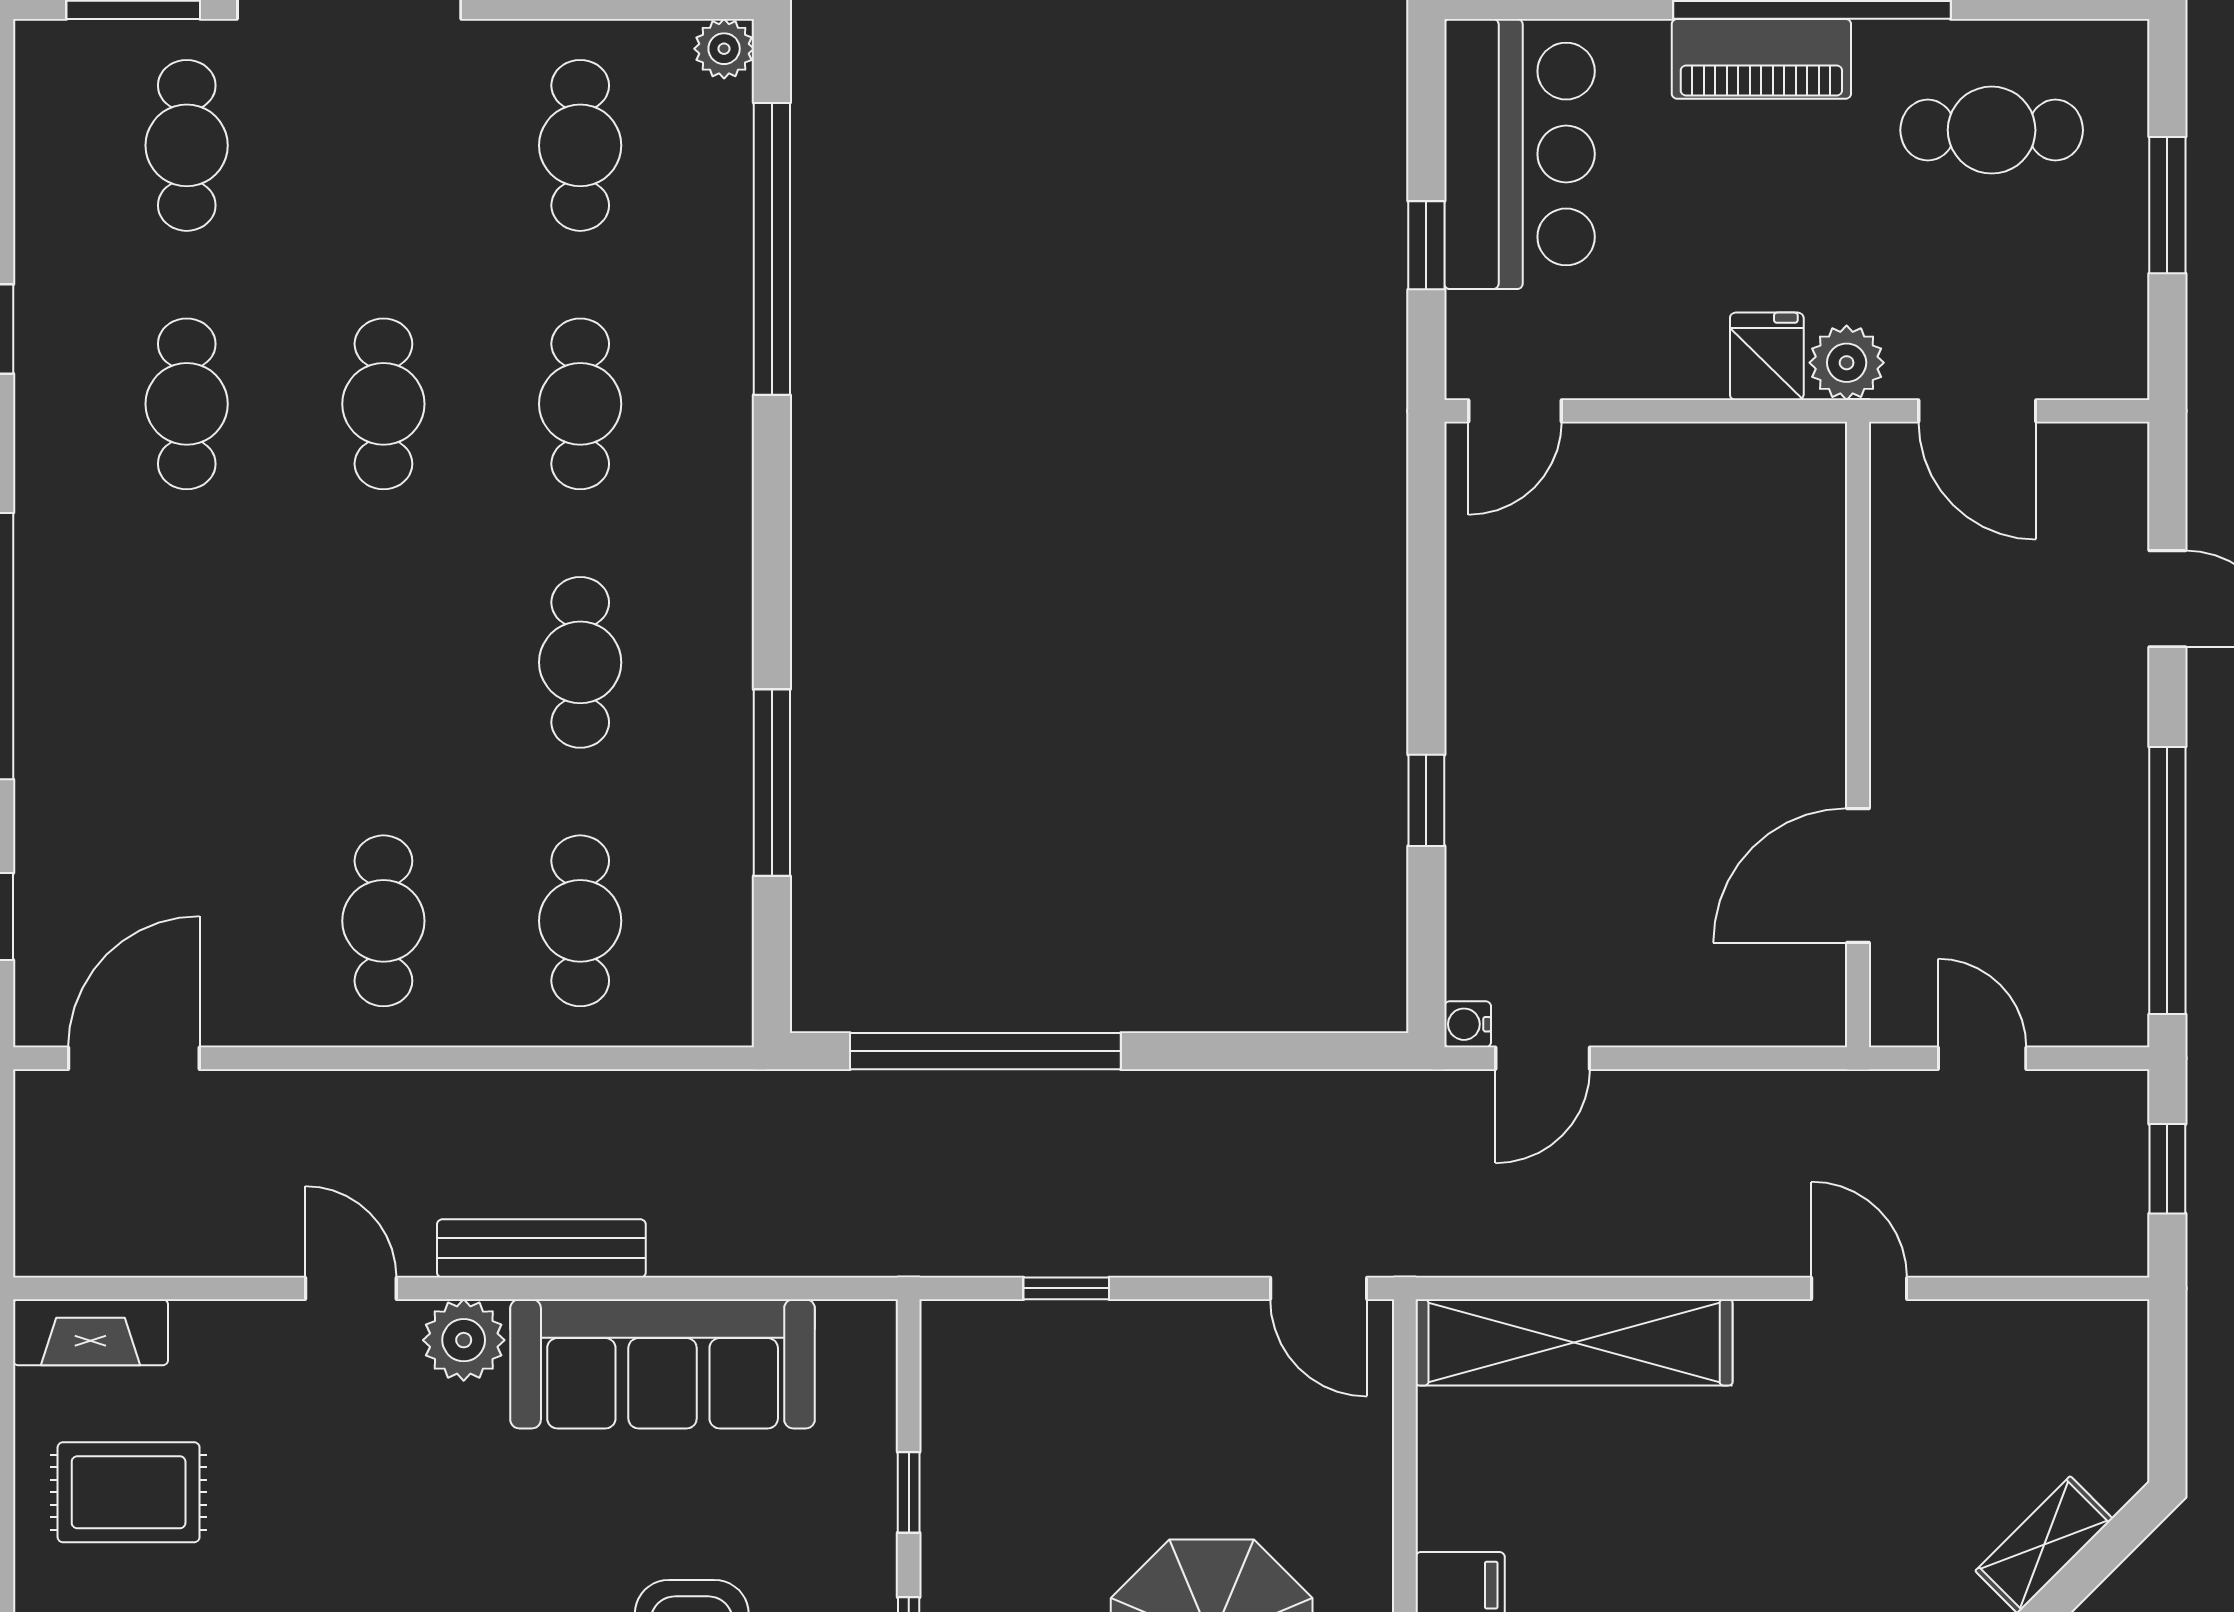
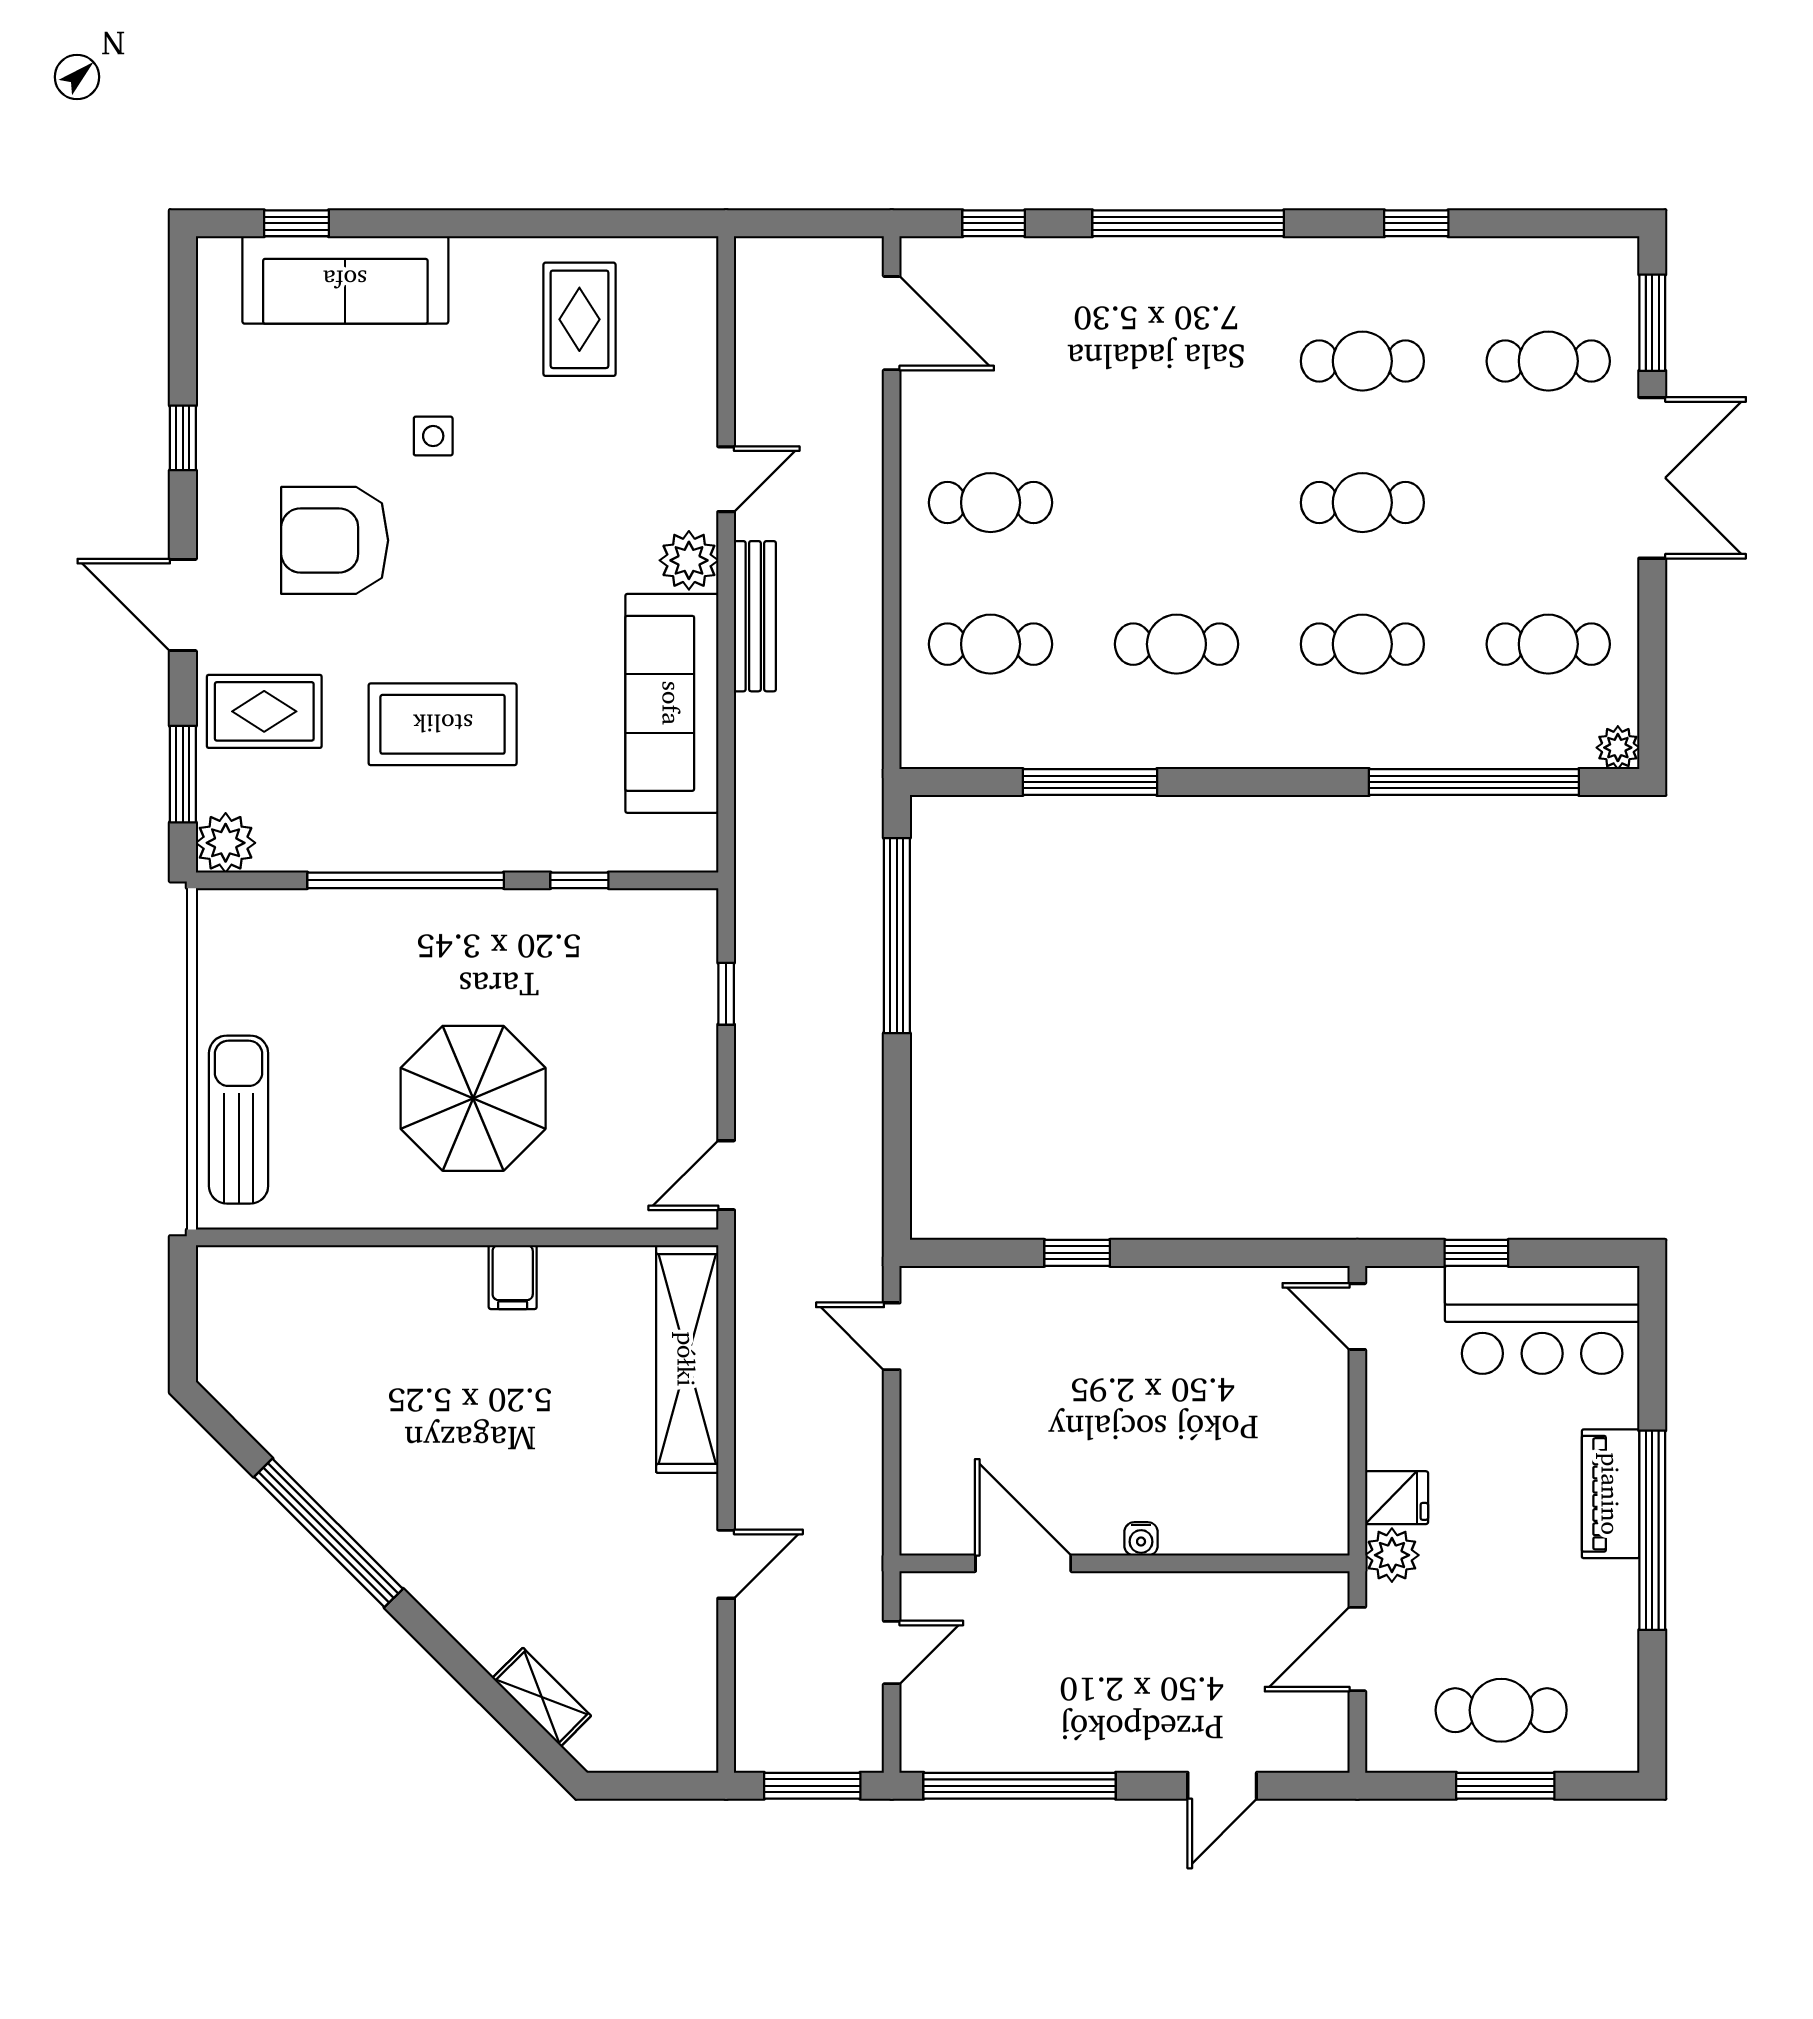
cafe table: (1992, 130) -> (1501, 1710), moved, turned 90
water cooler: (1468, 1024) -> (1141, 1539), moved, turned 180
window: (2167, 1169) -> (812, 1786), width x1.50
fireplace: (90, 1332) -> (695, 292), removed

